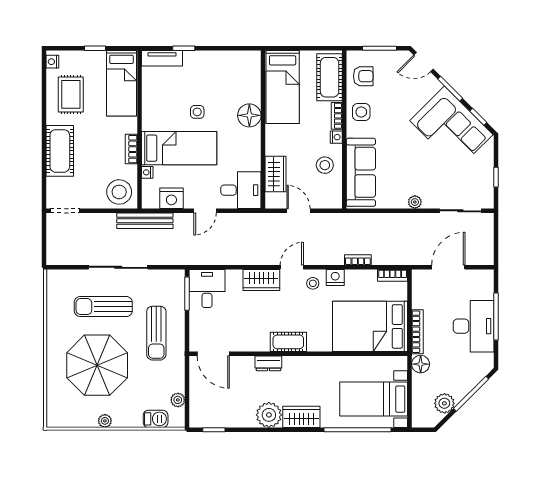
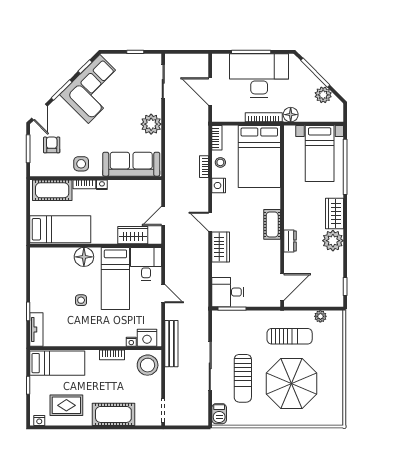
armchair: (363, 76) -> (52, 145), moved
bed: (179, 148) -> (115, 278), moved, turned 180
stool: (325, 165) -> (125, 194), removed
nightstand: (171, 198) -> (147, 338), moved, turned 90
plant: (415, 202) -> (151, 124), width x1.88, depth x1.88
stool: (313, 283) -> (220, 162), moved
desk: (474, 326) -> (259, 76), width x1.36, depth x1.30
sun lounger: (156, 333) -> (290, 336), moved
barbecue: (156, 419) -> (219, 414), moved, turned 180
plant: (105, 421) -> (338, 377), removed

